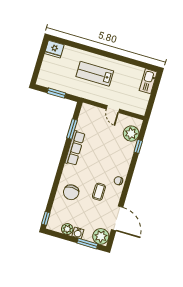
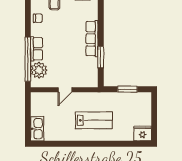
door: (113, 109) -> (65, 90), swing flipped
window: (138, 146) -> (28, 59), width x3.17
row of seats: (128, 153) -> (37, 49), added

